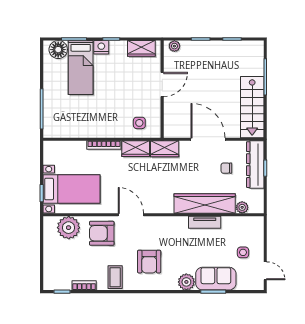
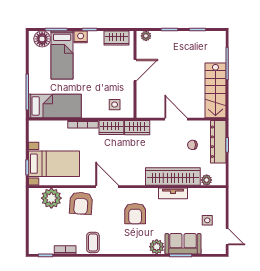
bed: (72, 125) -> (55, 106), added
door: (208, 139) -> (176, 119), width x0.73
armchair: (102, 233) -> (81, 203), turned -86
armchair: (149, 262) -> (135, 214), moved

